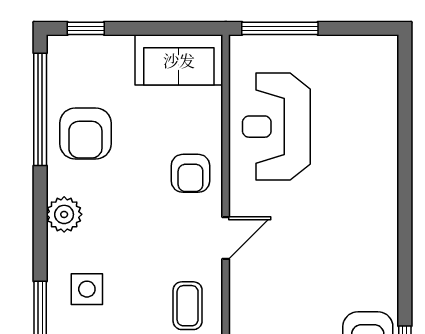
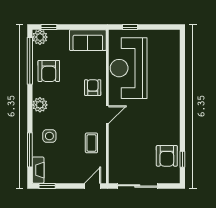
window: (280, 28) -> (130, 27), width x0.46
plant: (64, 53) -> (40, 37), added
reception desk: (276, 127) -> (129, 68), width x1.36, depth x1.30
armchair: (190, 173) -> (93, 88), turned 180

